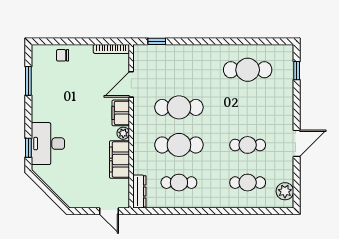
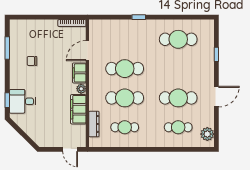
window: (157, 41) -> (139, 17), moved
chair: (63, 55) -> (32, 61), moved
window: (297, 71) -> (216, 54), moved
desk: (48, 144) -> (23, 101), width x0.73
cafe table: (248, 145) -> (178, 98), width x1.37, depth x1.35
dresser: (139, 191) -> (94, 124), moved

